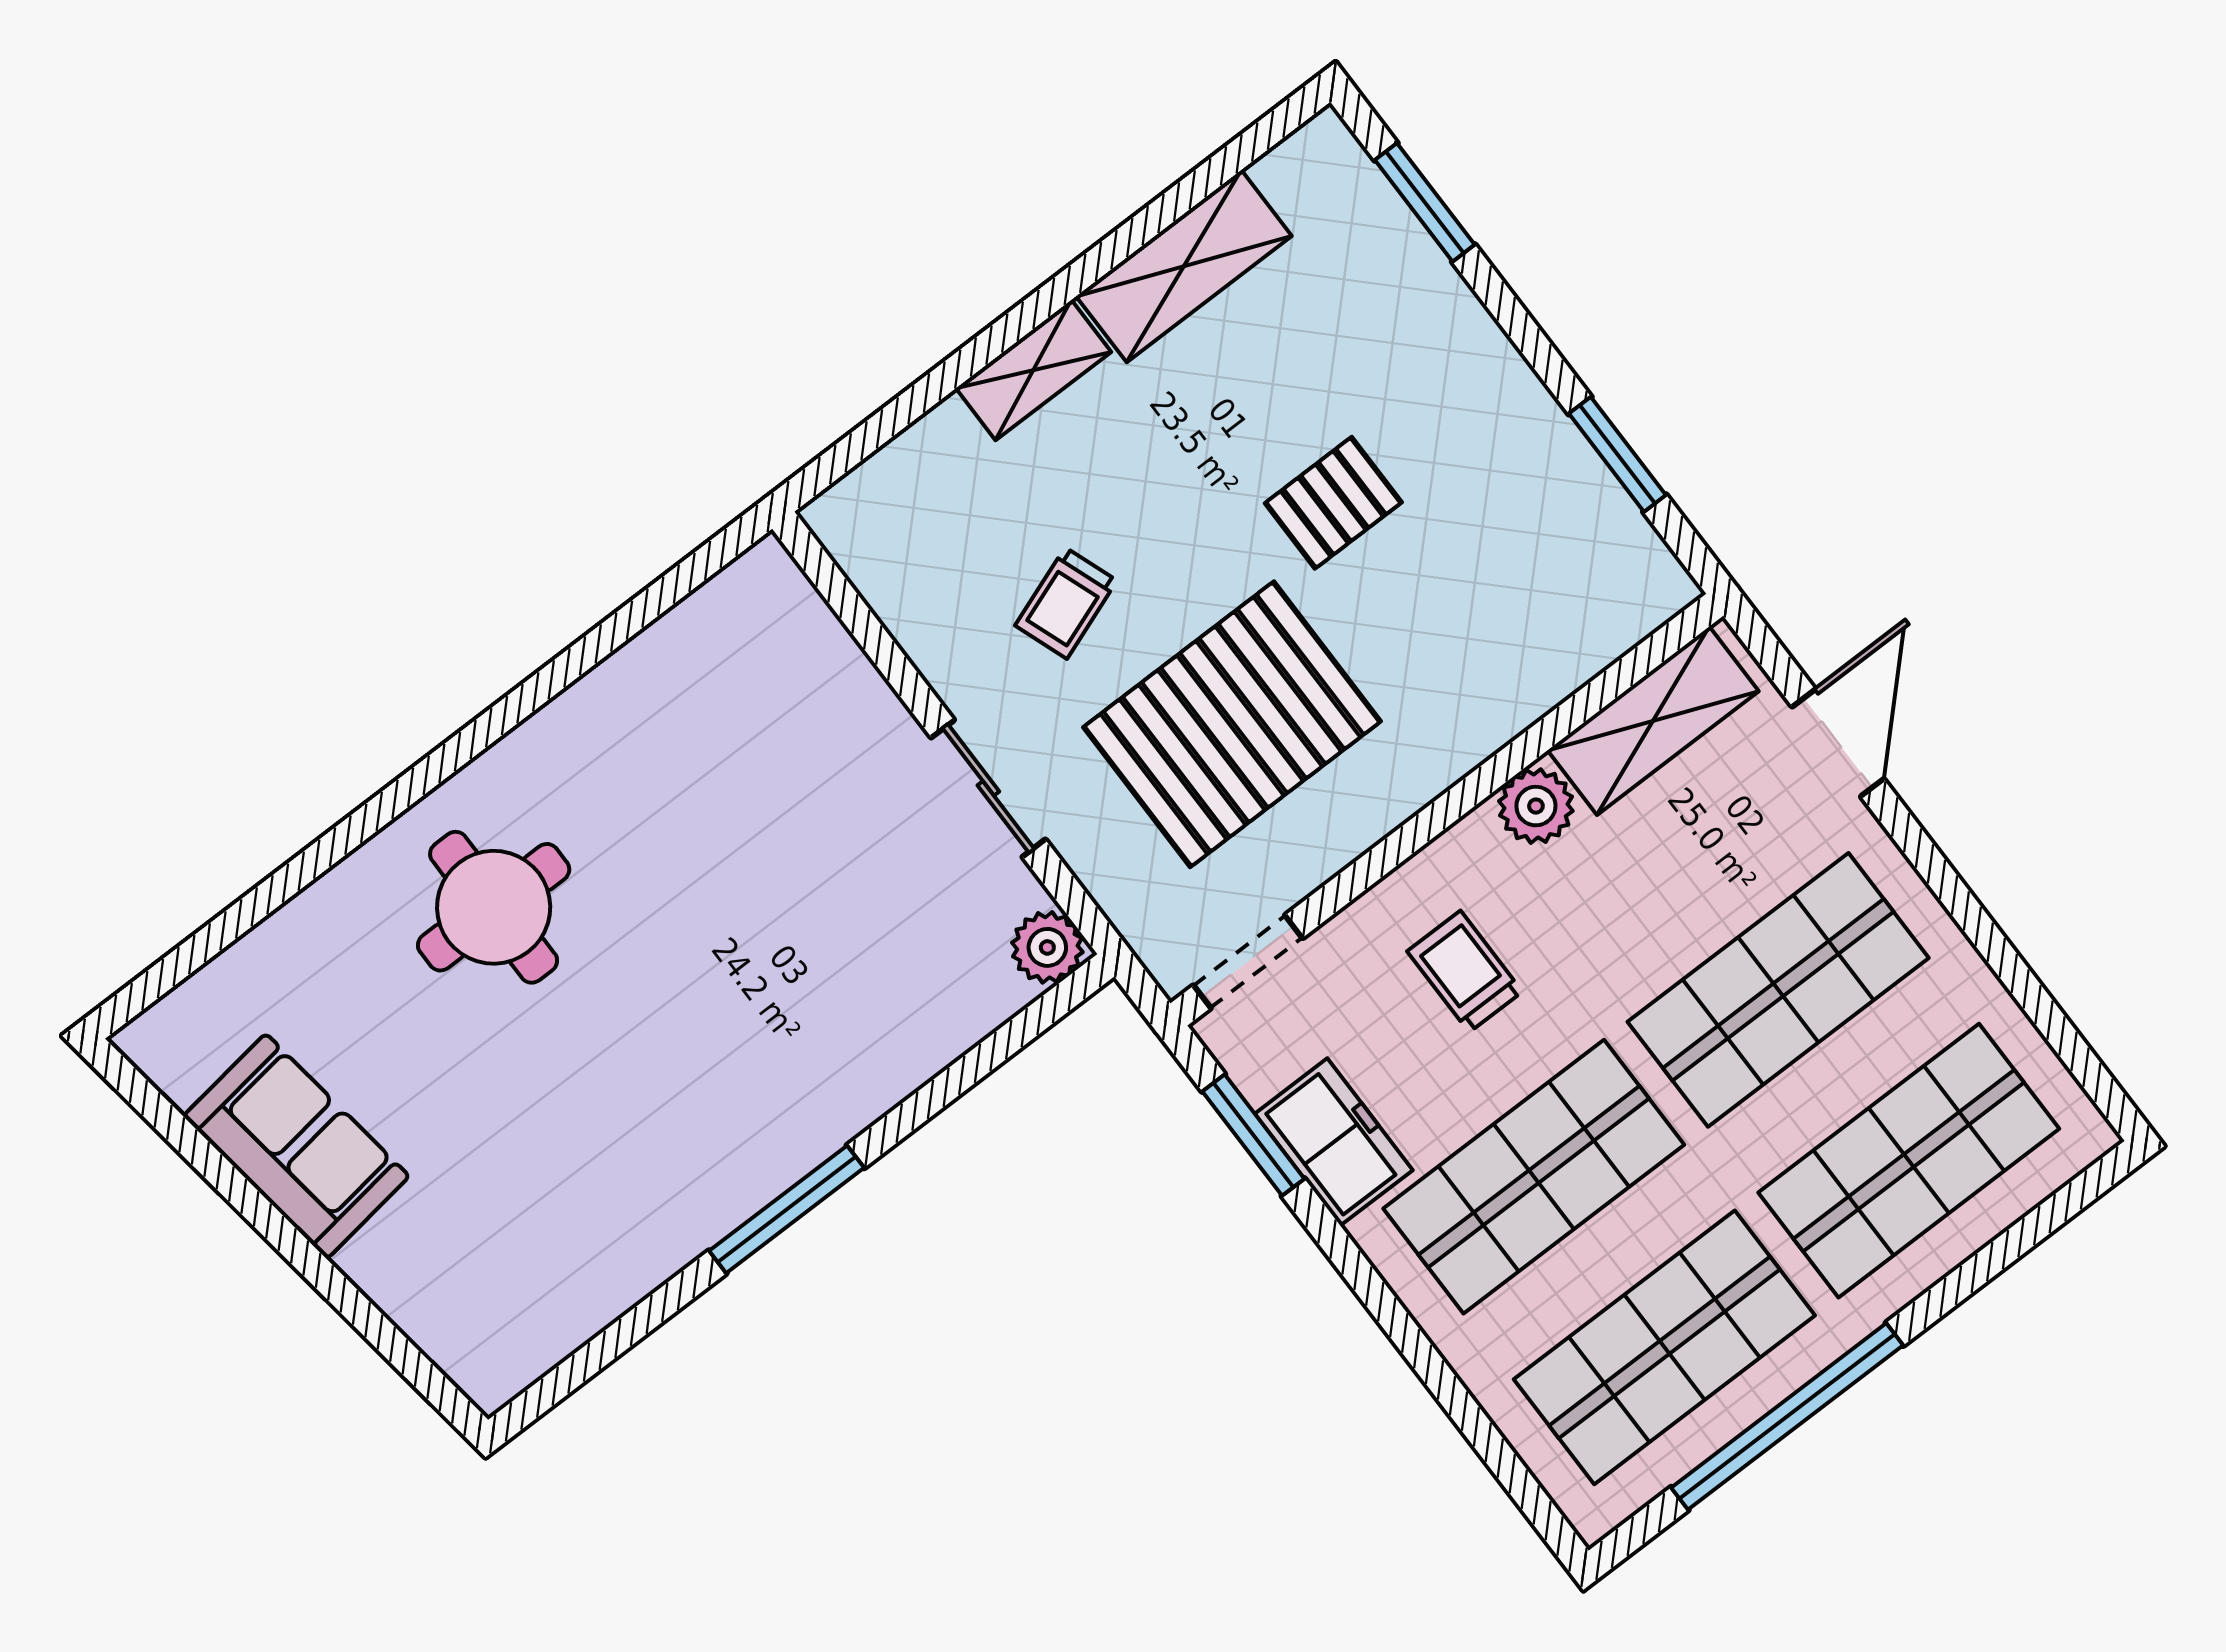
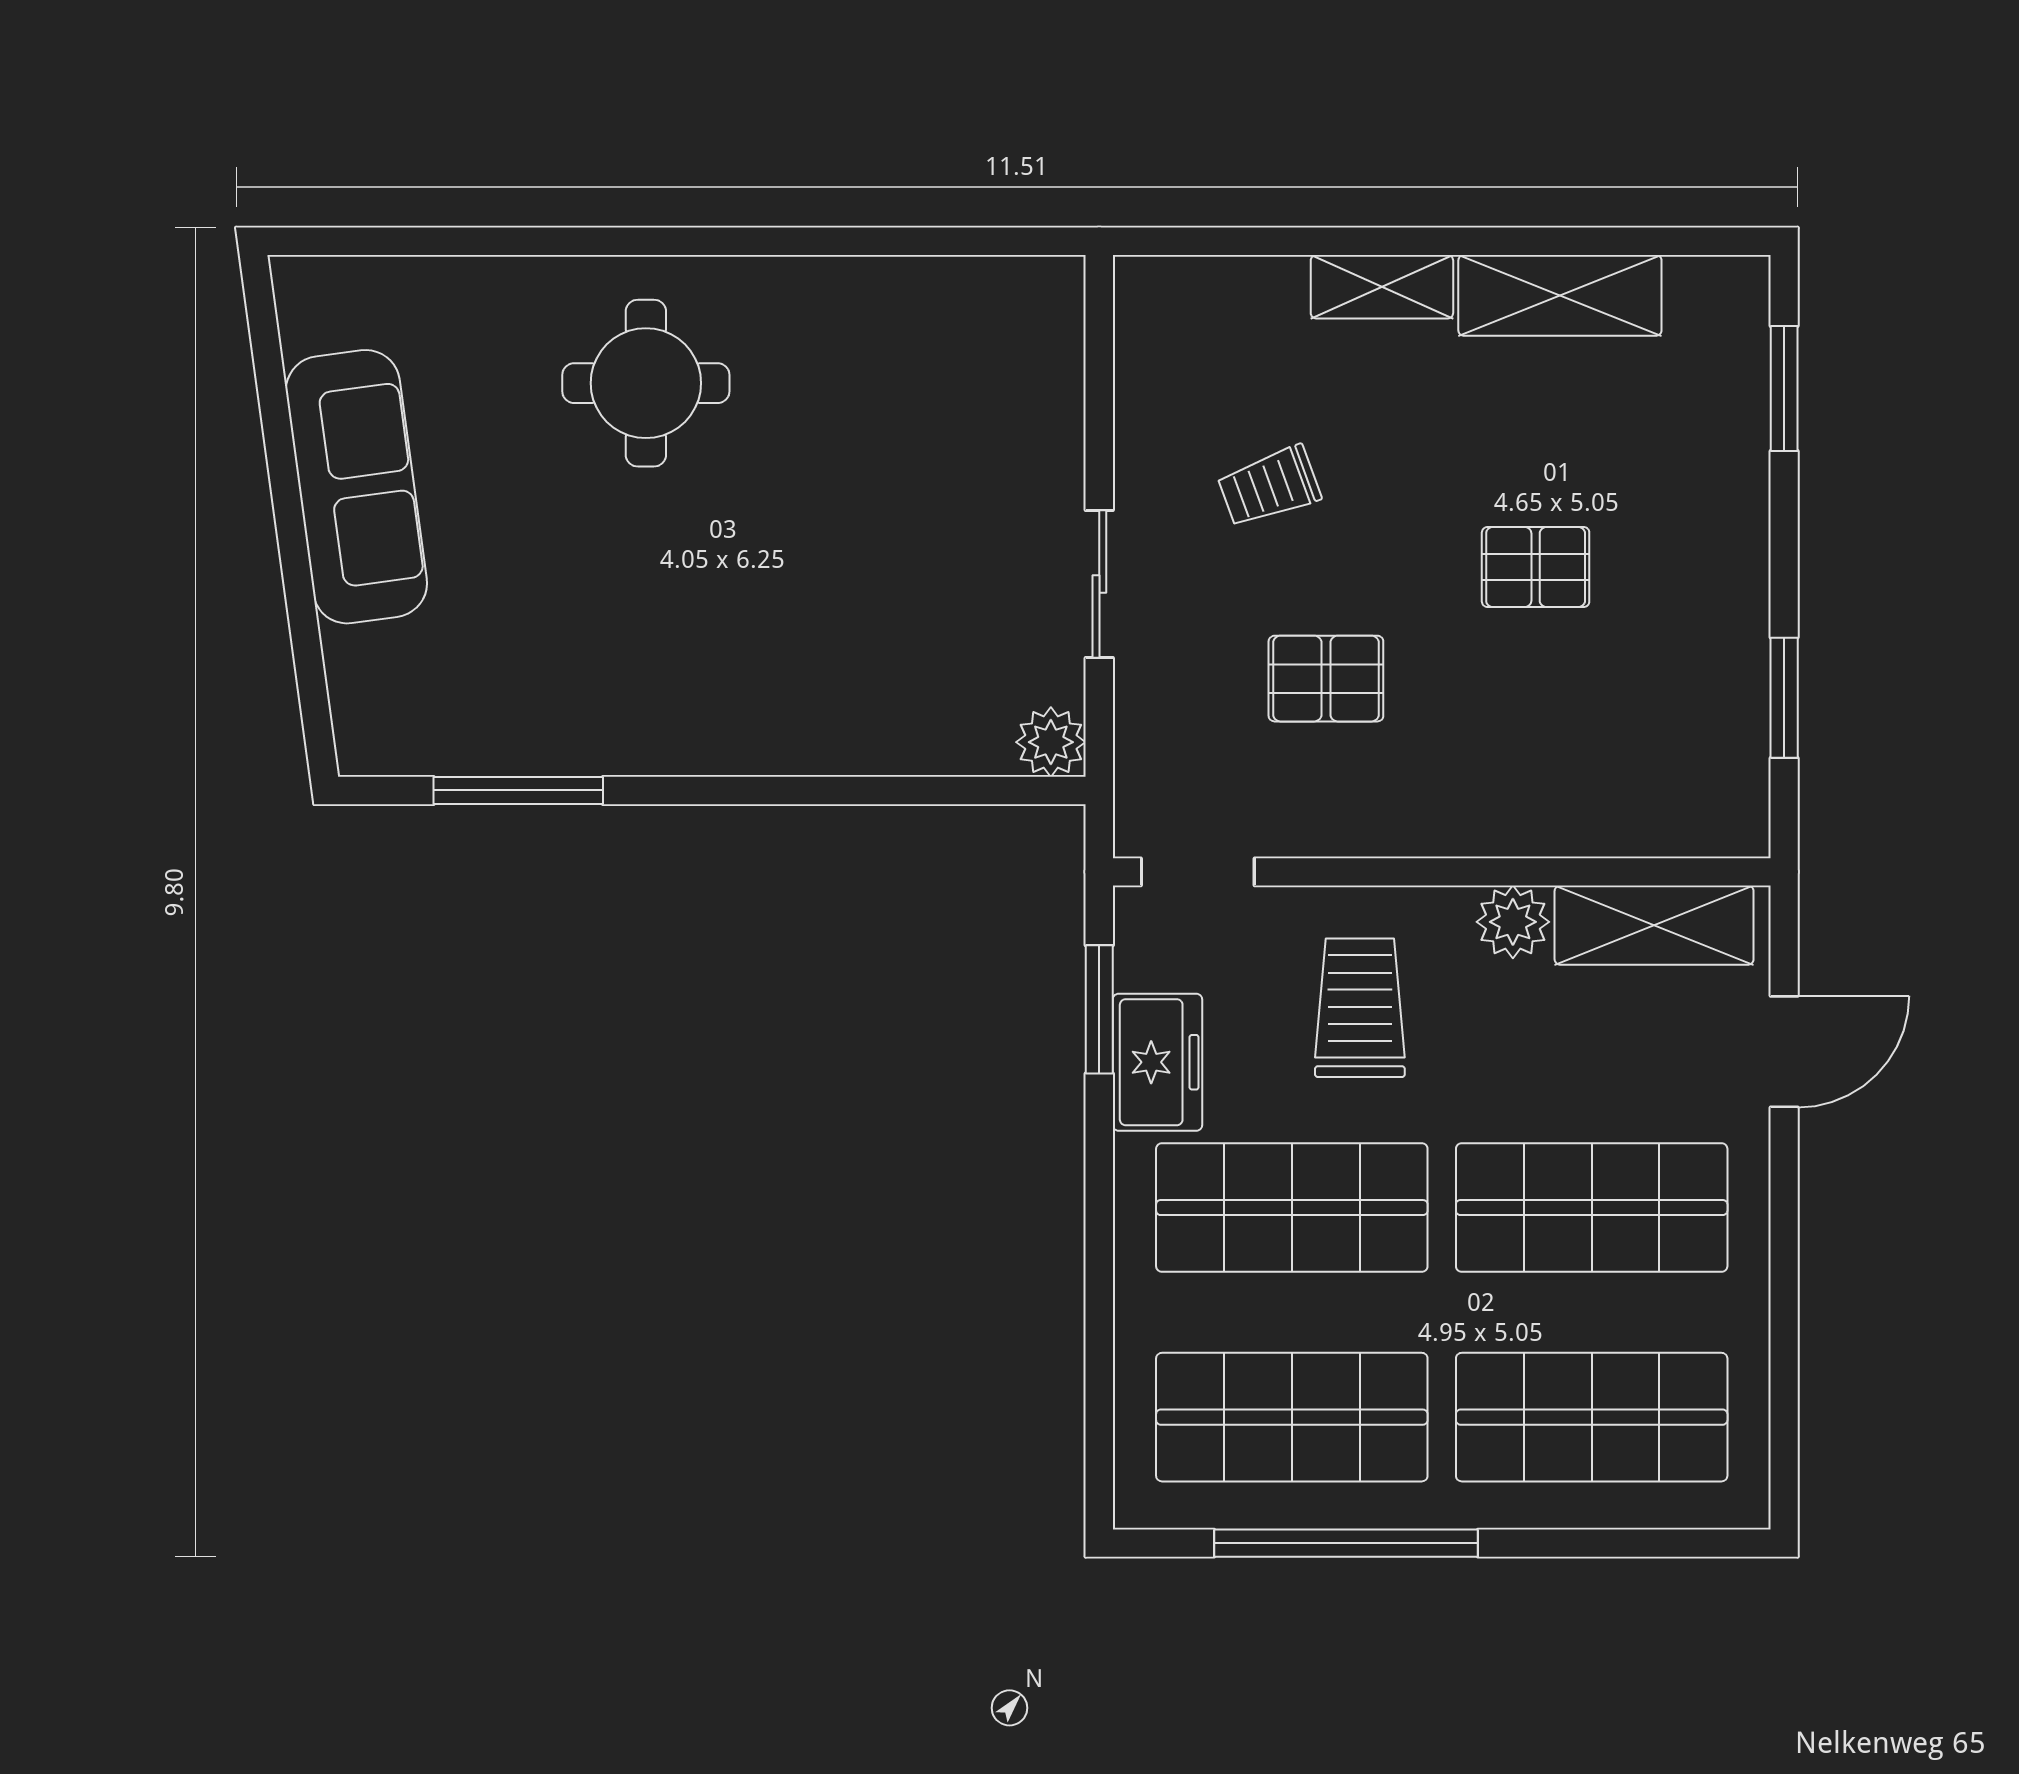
pallet: (1232, 724) -> (1326, 679), width x0.49, depth x0.50
trolley: (1465, 971) -> (1360, 1008), width x1.36, depth x1.39
sofa: (296, 1146) -> (356, 487), width x1.36
window: (787, 1209) -> (518, 790), moved

